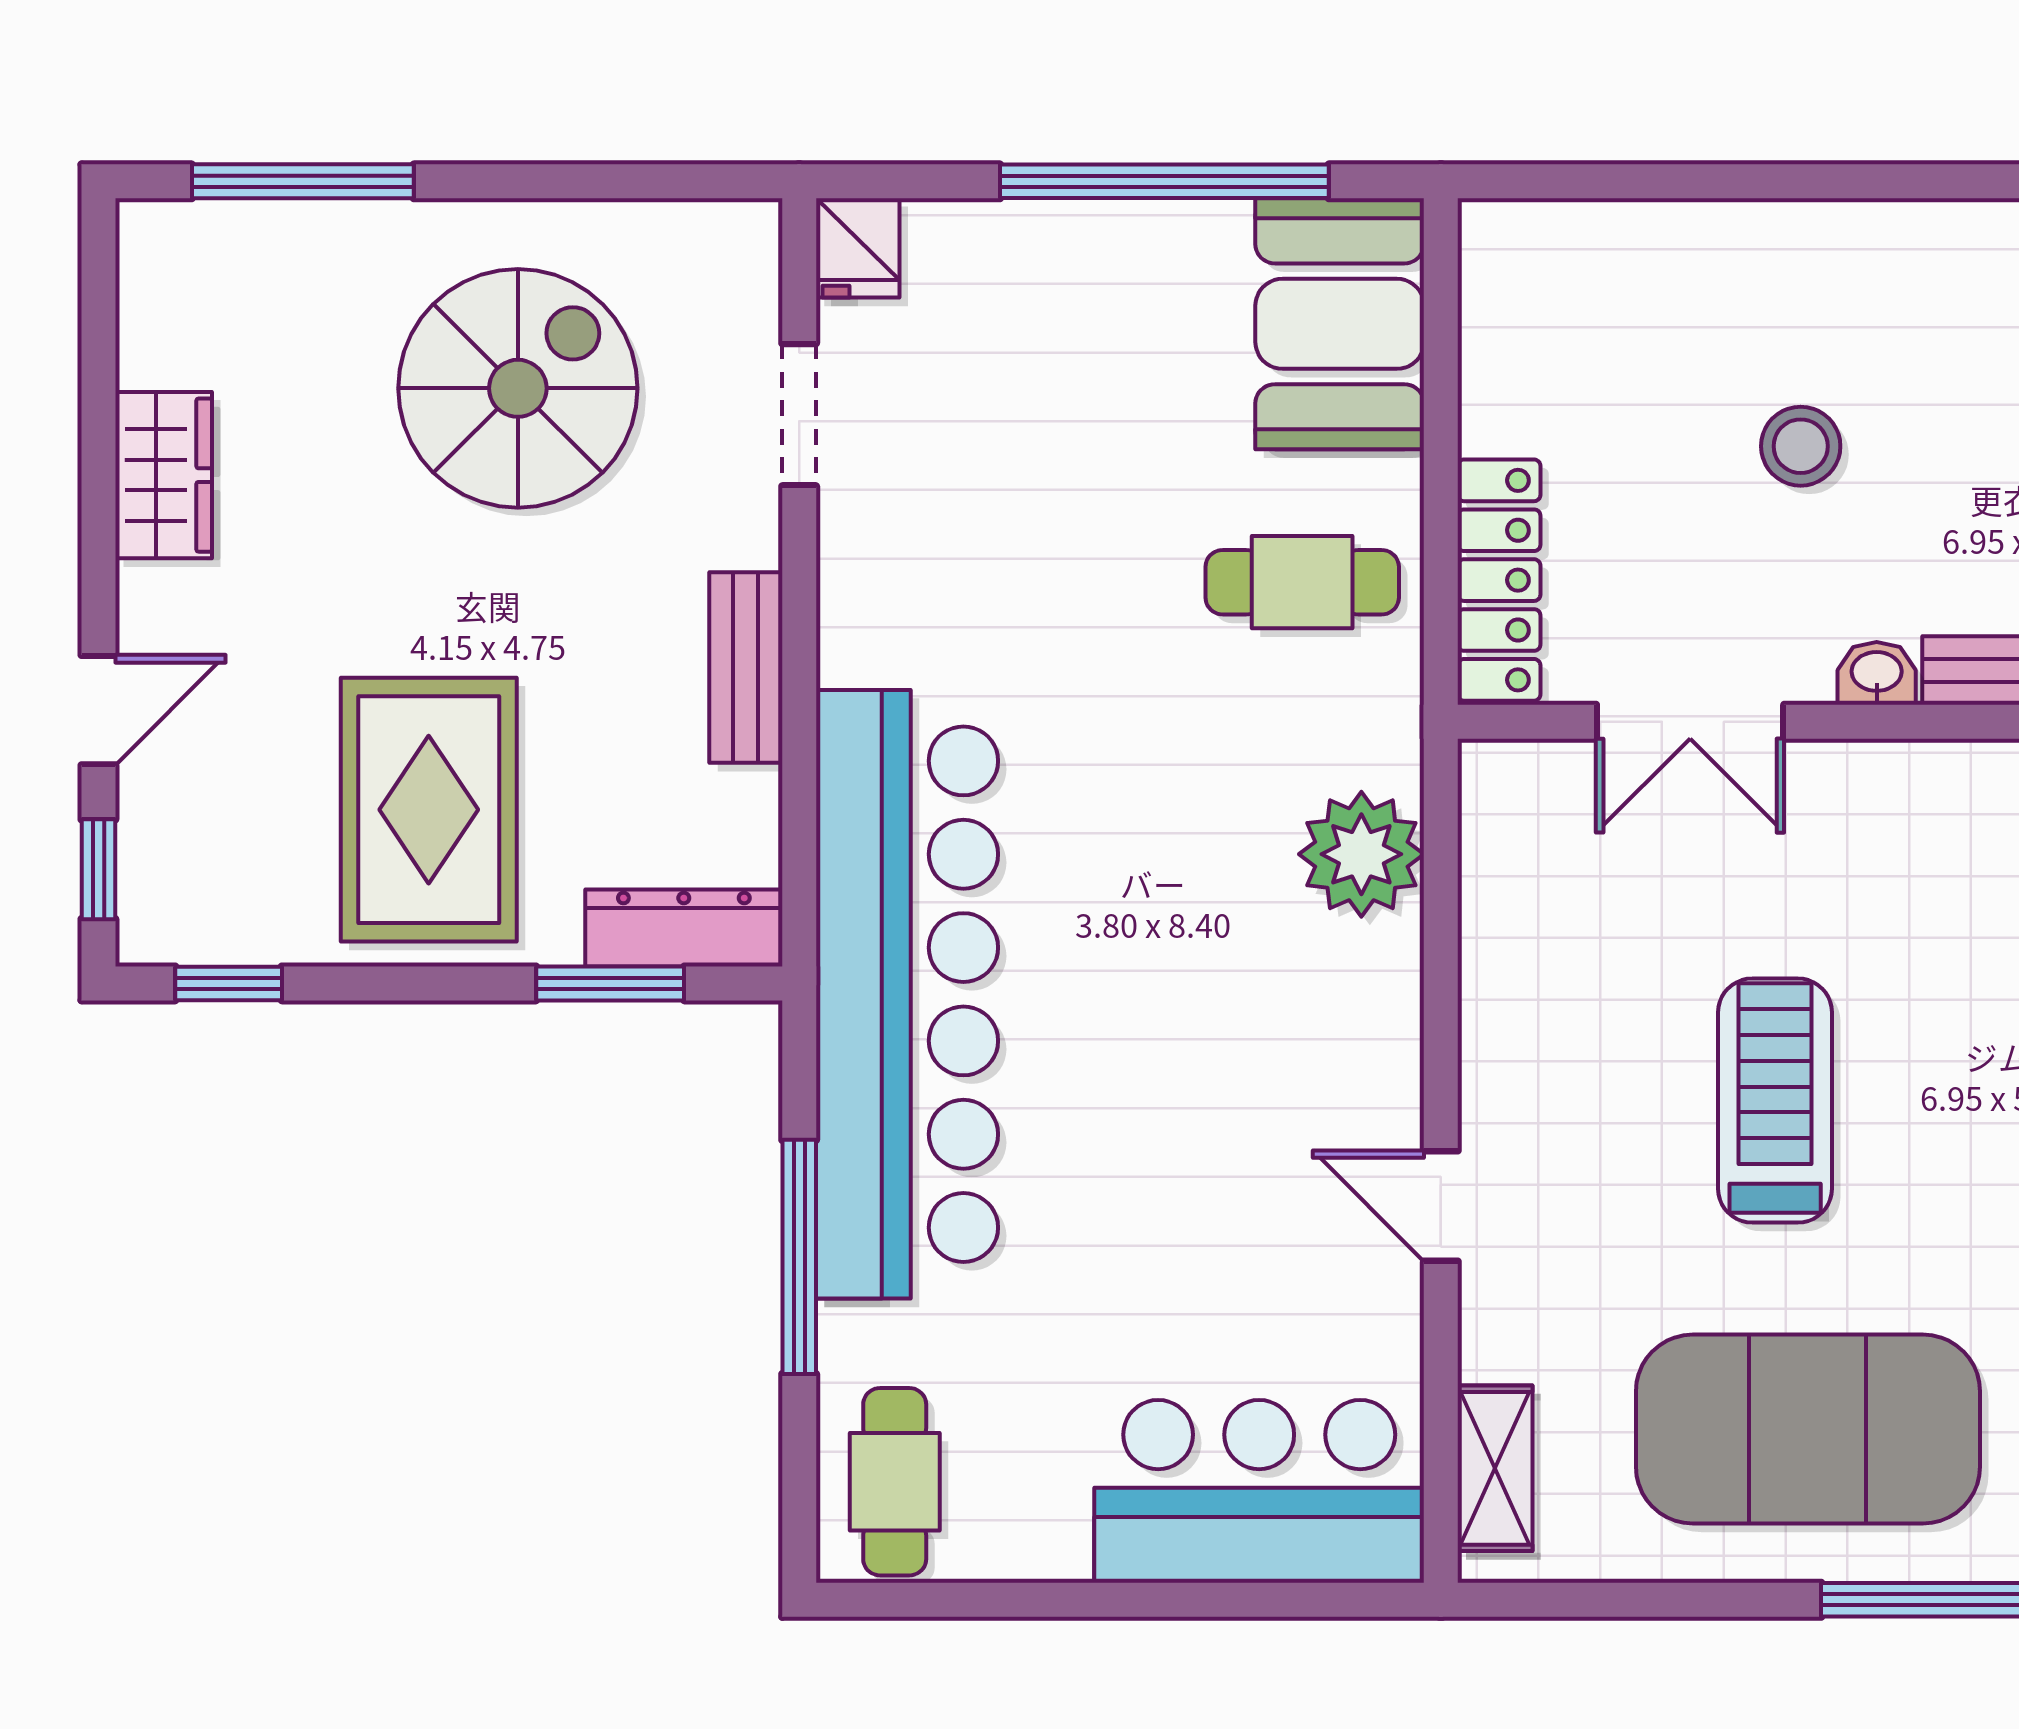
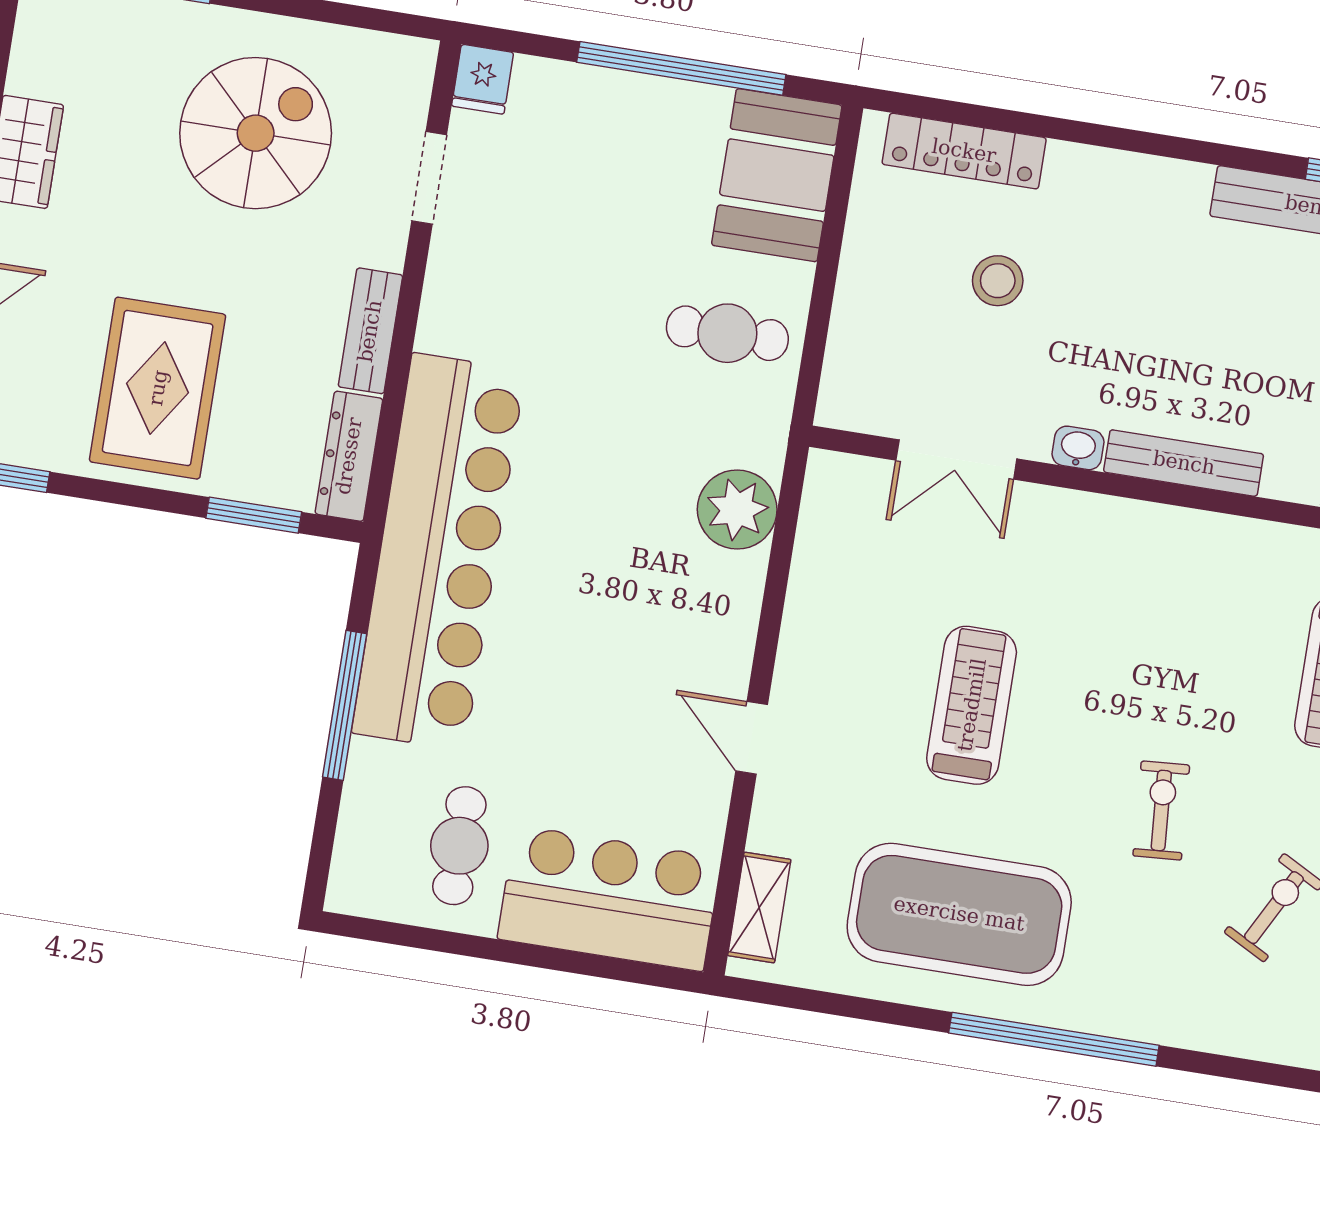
stool: (1801, 446) -> (998, 281), moved
locker: (1499, 580) -> (964, 151), moved, turned 90
dresser: (684, 928) -> (349, 456), moved, turned -90
cafe table: (895, 1482) -> (459, 846), moved

